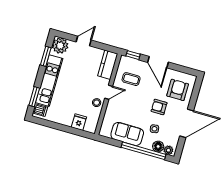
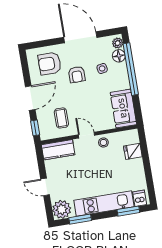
sofa: (127, 134) -> (123, 108), moved

